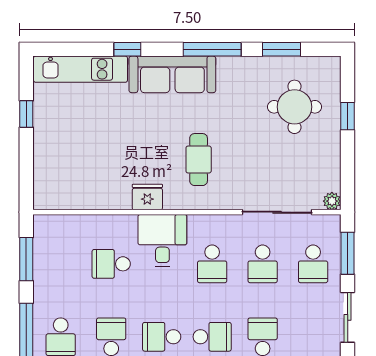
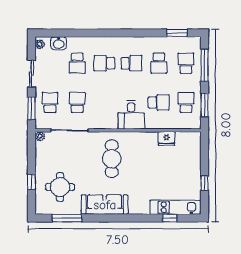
window: (127, 49) -> (170, 218), moved
window: (212, 49) -> (104, 218), removed
window: (281, 49) -> (67, 218), width x1.44
sofa: (172, 74) -> (105, 205), moved
cafe table: (199, 160) -> (112, 159), width x1.37, depth x1.35
fridge: (147, 197) -> (166, 138), moved
school desk: (212, 264) -> (186, 102), moved

